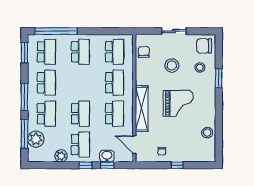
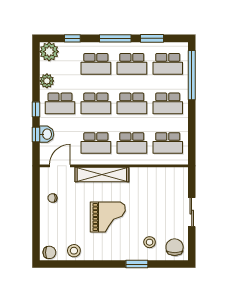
chair: (144, 52) -> (49, 252), moved
window: (24, 53) -> (152, 38), moved
stool: (172, 66) -> (152, 210), removed
school desk: (80, 83) -> (132, 103), added
grand piano: (178, 103) -> (108, 217), turned -90
window: (24, 134) -> (72, 38), width x0.46
plant: (36, 139) -> (49, 52), moved
window: (177, 165) -> (36, 216), removed

